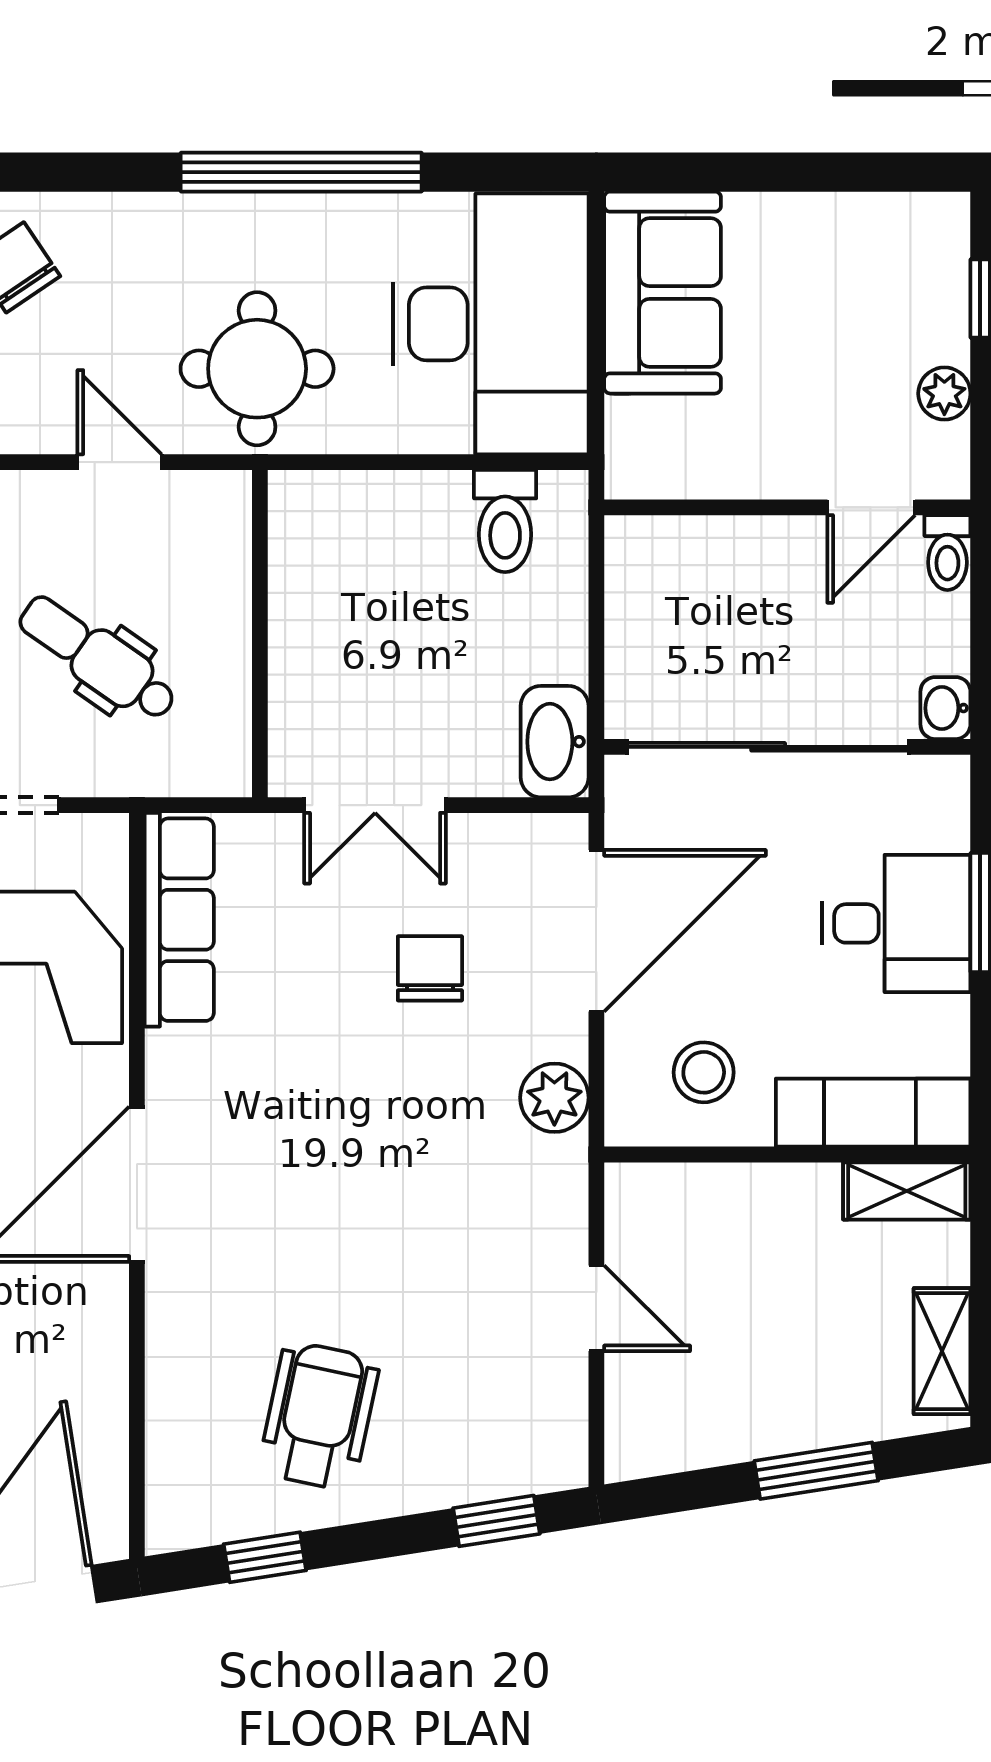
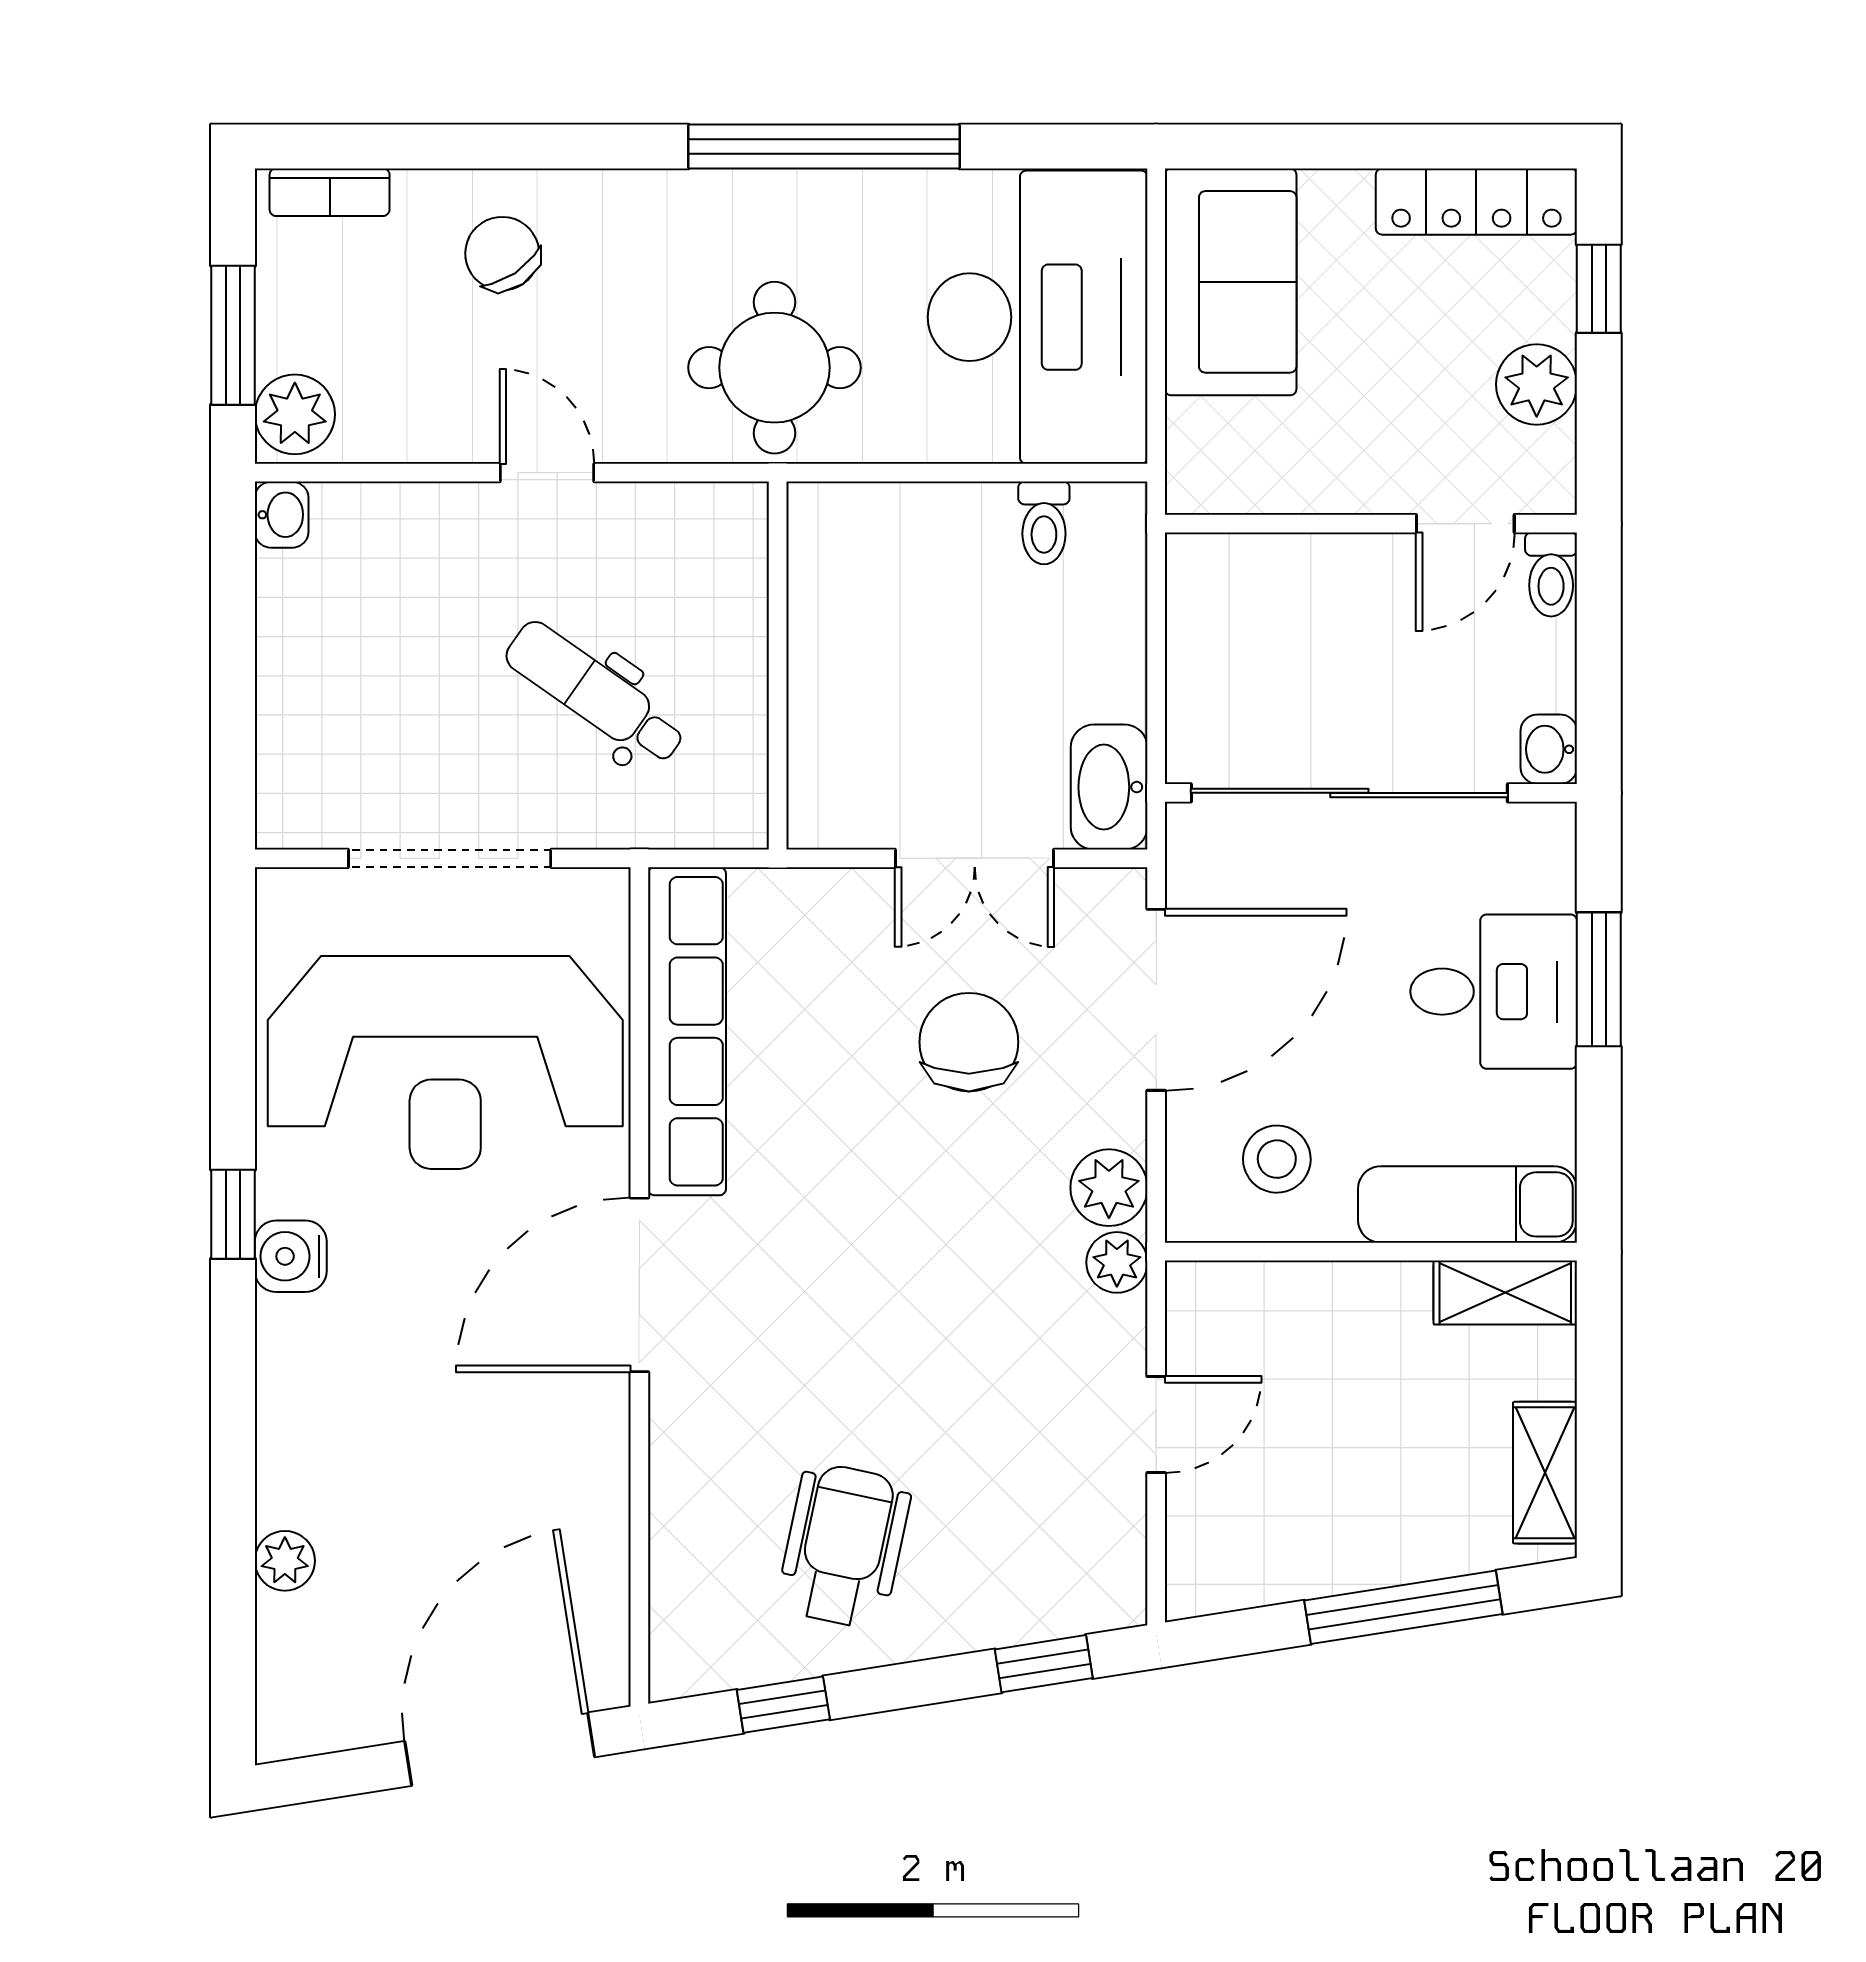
locker: (881, 221) -> (1476, 202), added
plant: (944, 394) -> (1537, 384), width x1.38, depth x1.38
door: (120, 462) -> (547, 473), moved
toilet: (505, 521) -> (1044, 523), width x0.73, depth x0.72
double door: (375, 805) -> (975, 858), moved
row of seats: (179, 920) -> (687, 1031), width x1.36
chair: (430, 968) -> (969, 1042), width x1.37, depth x1.37
plant: (562, 1164) -> (1117, 1262), added
door: (596, 1308) -> (1156, 1424), hinge flipped
window: (816, 1471) -> (1403, 1607), width x1.44

